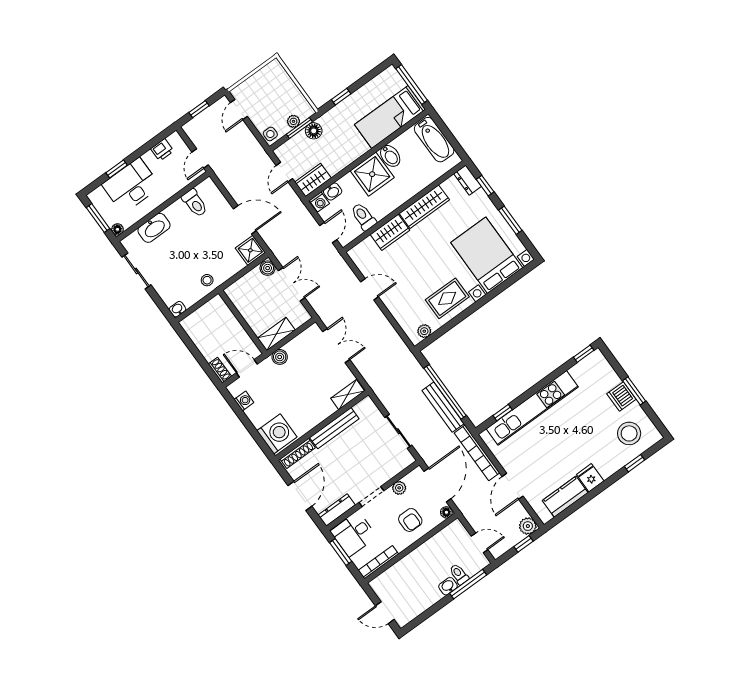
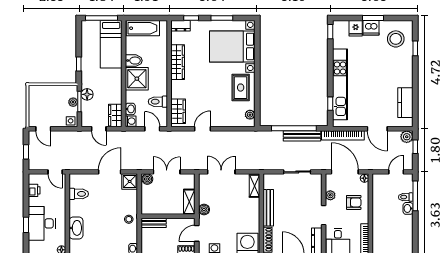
wardrobe: (390, 232) -> (178, 111), moved
bench: (223, 311) -> (154, 223), added
fridge: (590, 478) -> (356, 28), moved, turned -90

